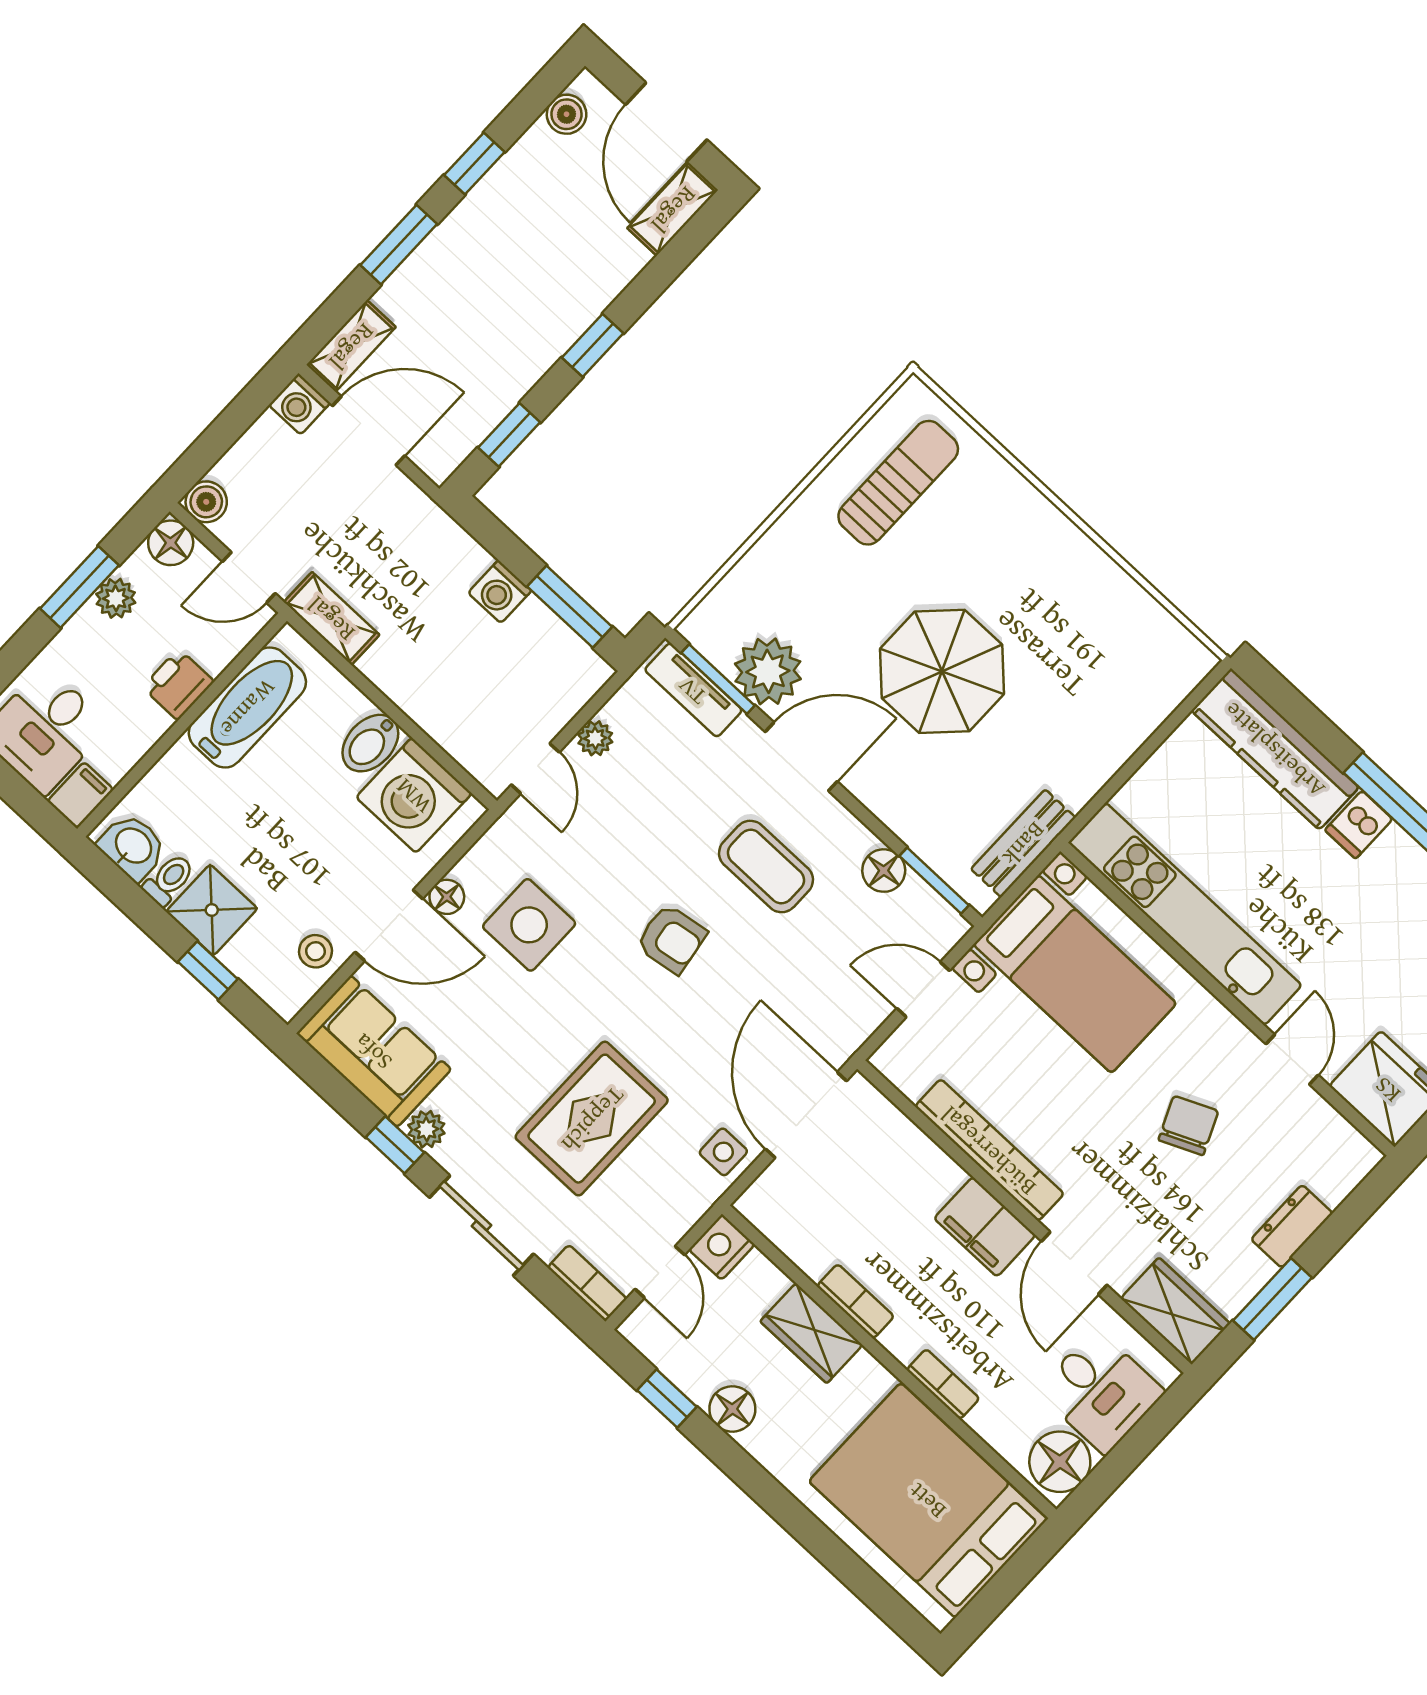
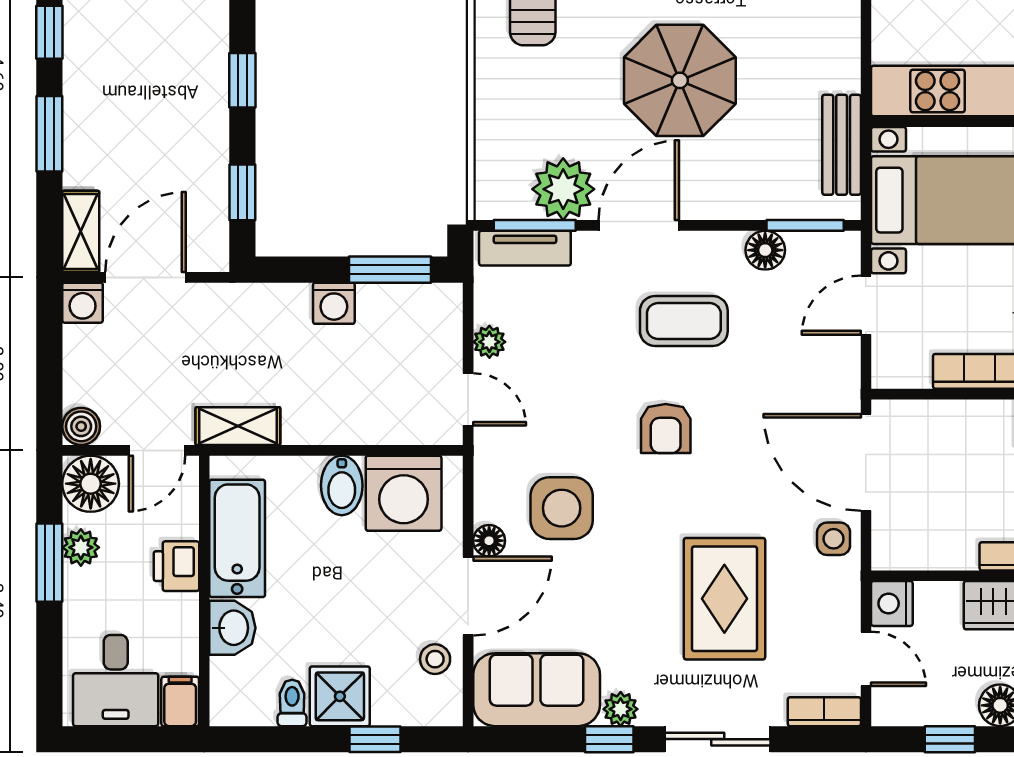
floor lamp: (171, 543) -> (91, 484), width x1.38, depth x1.38
washbasin: (133, 847) -> (232, 628), moved, turned 90
armchair: (671, 939) -> (666, 429), turned 99

